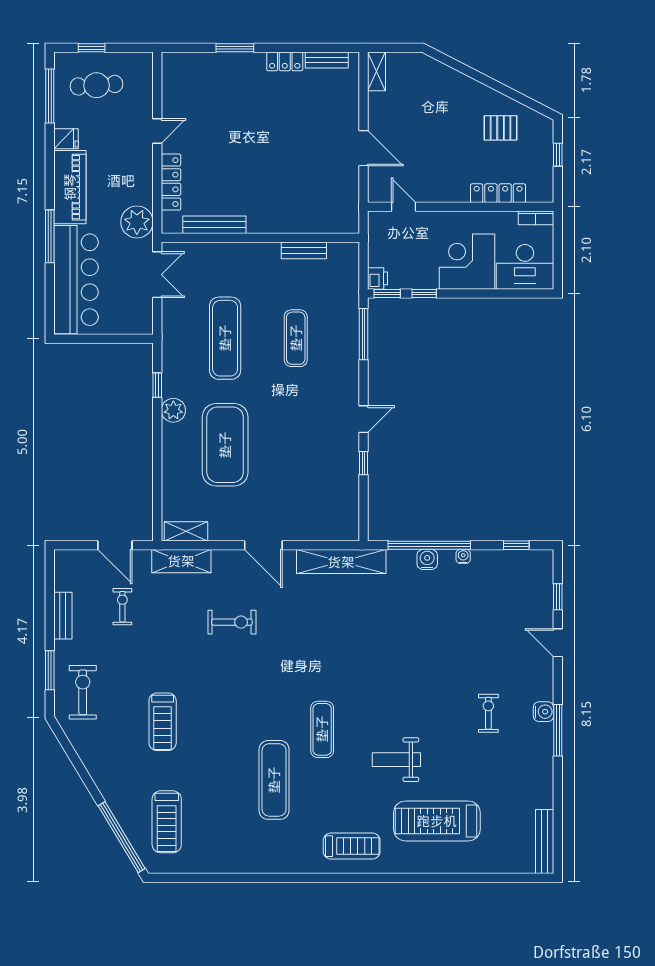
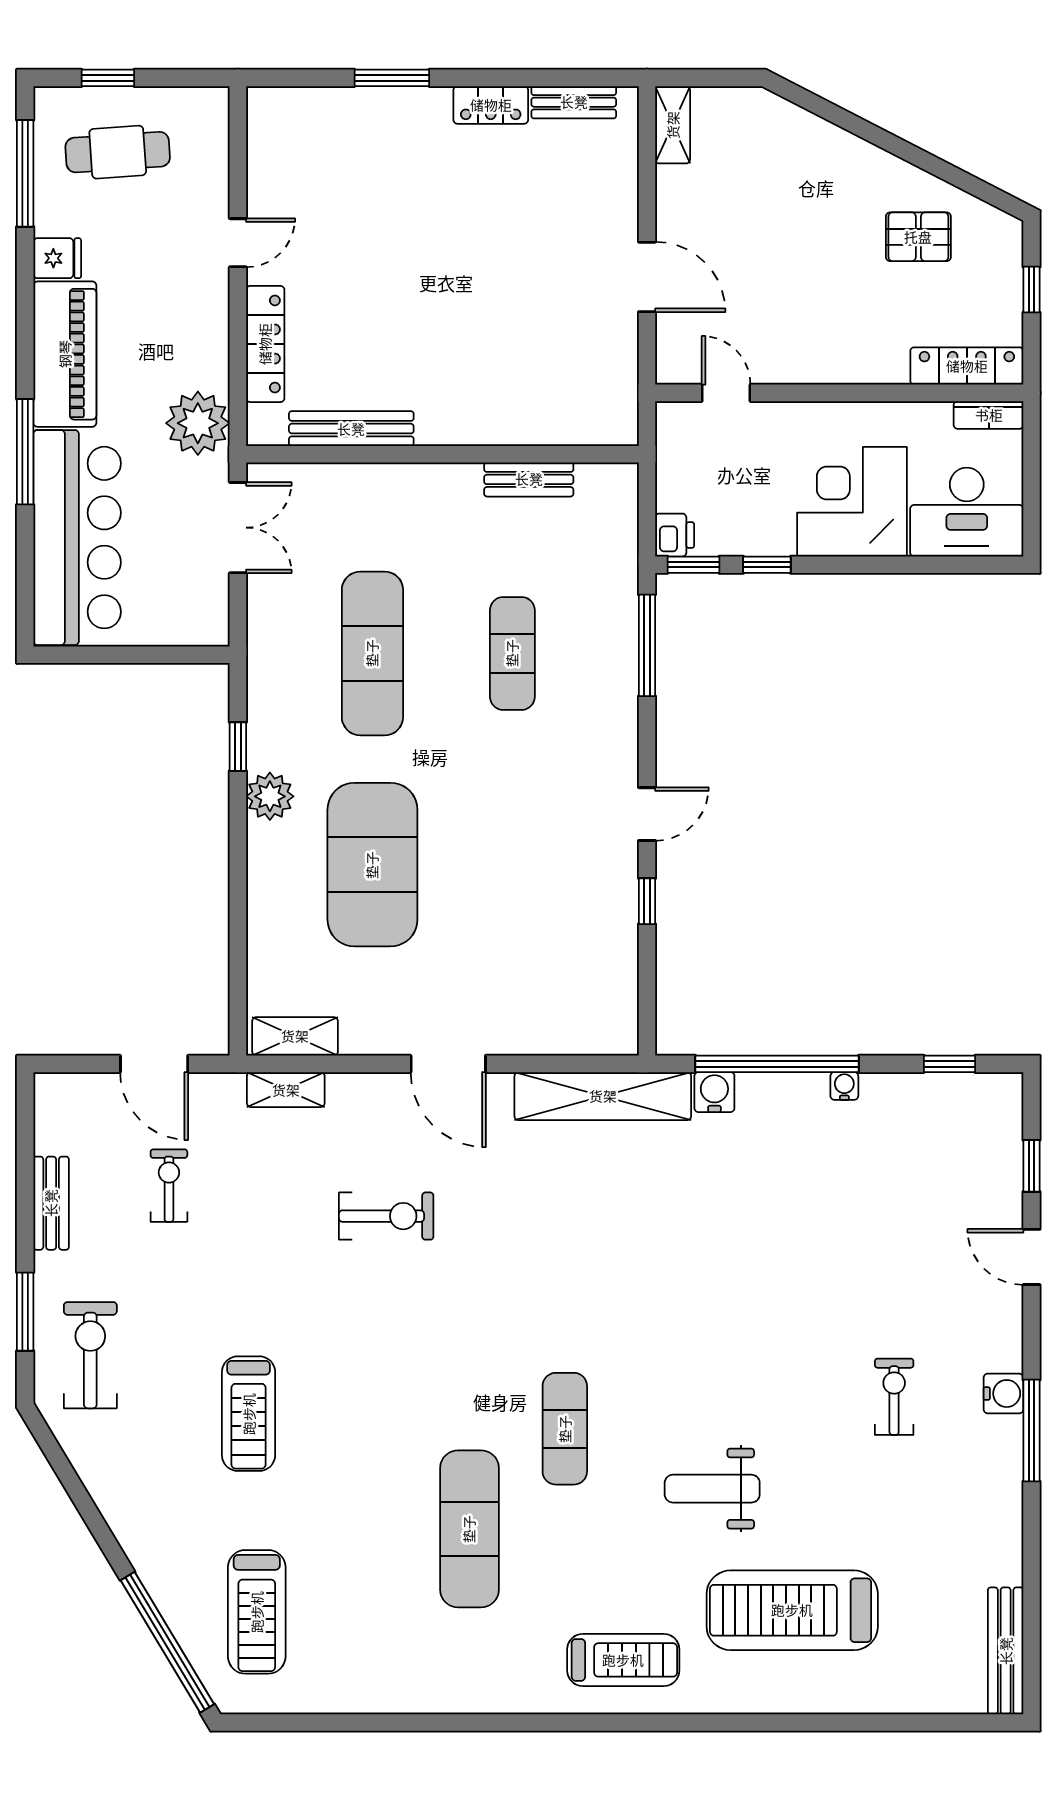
locker: (498, 193) -> (967, 366), moved
water cooler: (427, 560) -> (714, 1092), moved
shelving: (181, 561) -> (286, 1090), width x0.67, depth x0.75

